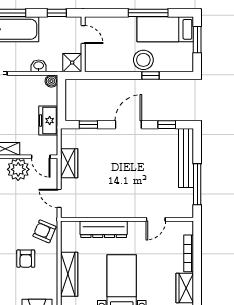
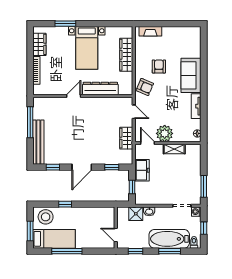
stool: (143, 60) -> (46, 217), moved
shower: (72, 63) -> (136, 214), moved
boiler: (51, 81) -> (140, 200), removed
window: (61, 98) -> (132, 187), added
door: (156, 219) -> (74, 96), moved

